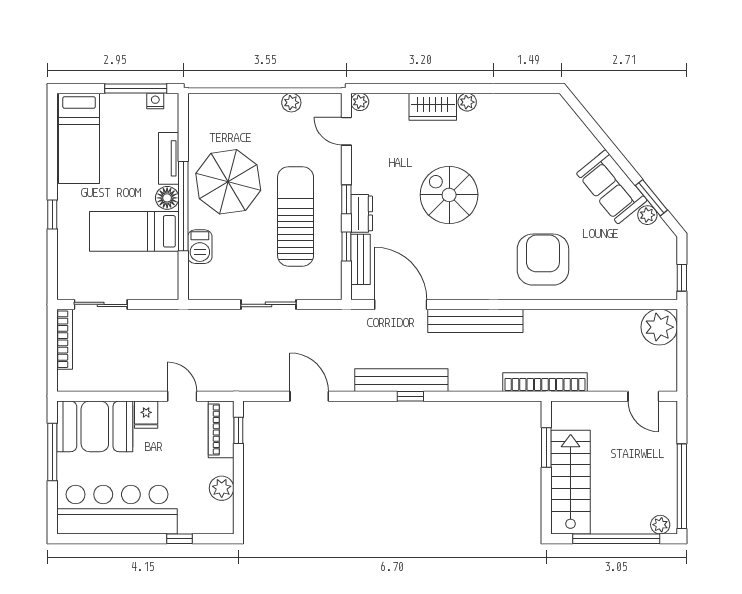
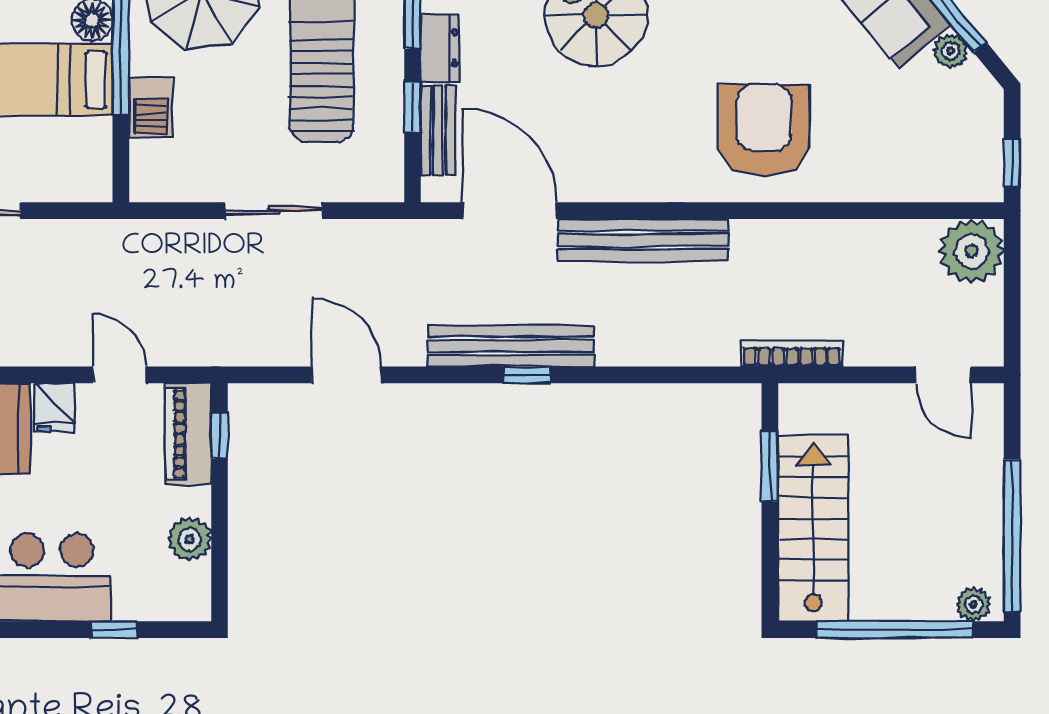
bookcase: (545, 382) -> (792, 354), width x0.68, depth x0.76

